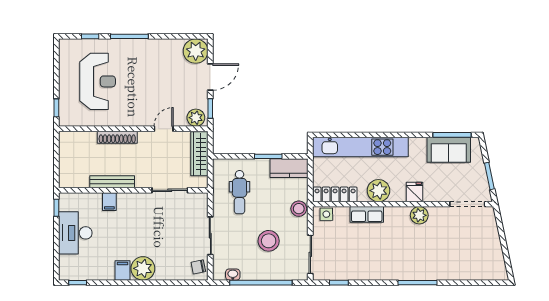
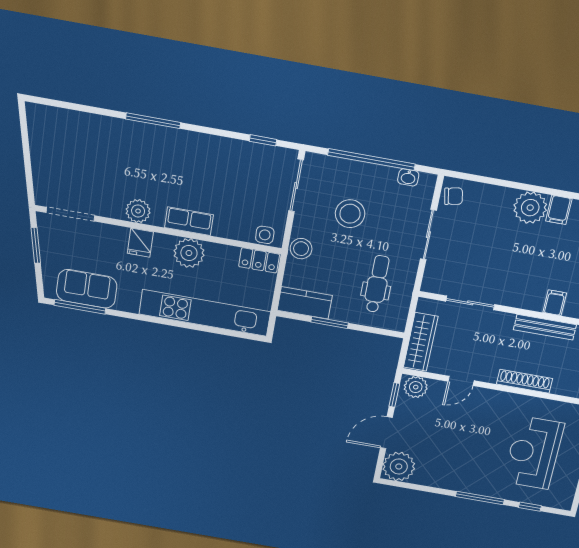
locker: (335, 194) -> (259, 260), width x0.66
row of seats: (367, 214) -> (189, 221), moved

